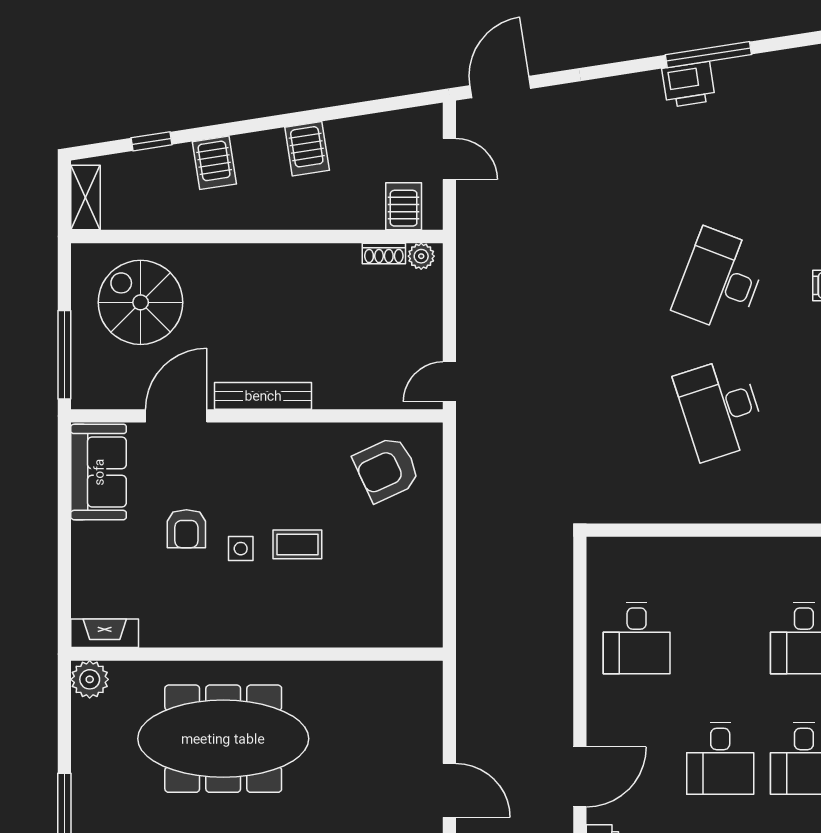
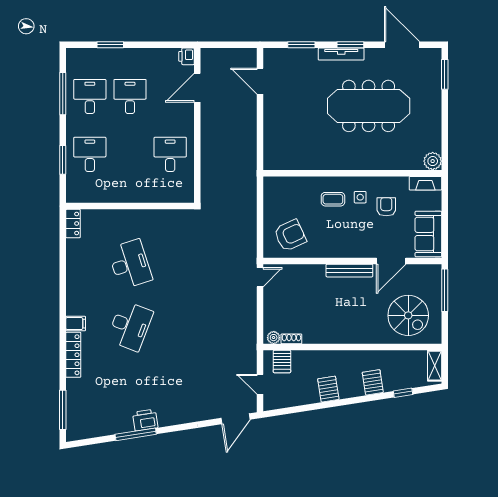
fireplace: (105, 633) -> (425, 183), moved
wall: (257, 654) -> (352, 173), moved
plant: (90, 679) -> (433, 161), moved

